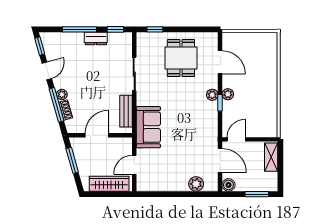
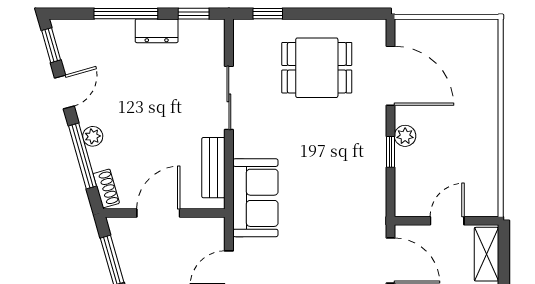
dining table: (181, 58) -> (317, 68), turned 90
door: (220, 62) -> (390, 76), width x1.36
plant: (212, 95) -> (376, 137), removed
shoe rack: (66, 110) -> (106, 188), moved
door: (236, 139) -> (447, 221), moved

